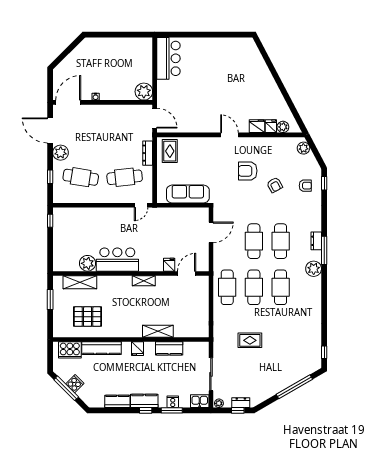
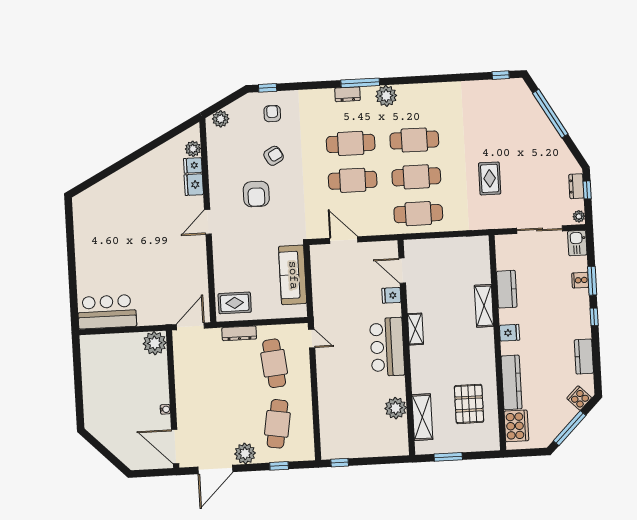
bar counter: (117, 260) -> (387, 347), moved
cooker: (75, 384) -> (579, 398), moved
kitchen counter: (144, 401) -> (581, 319), removed

